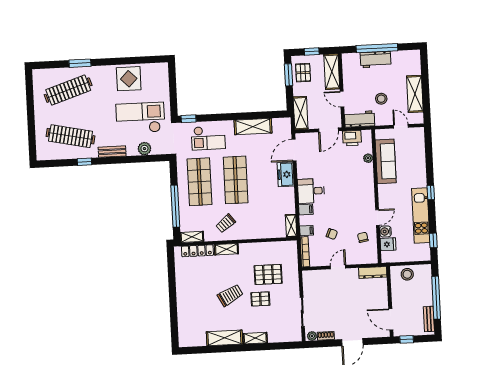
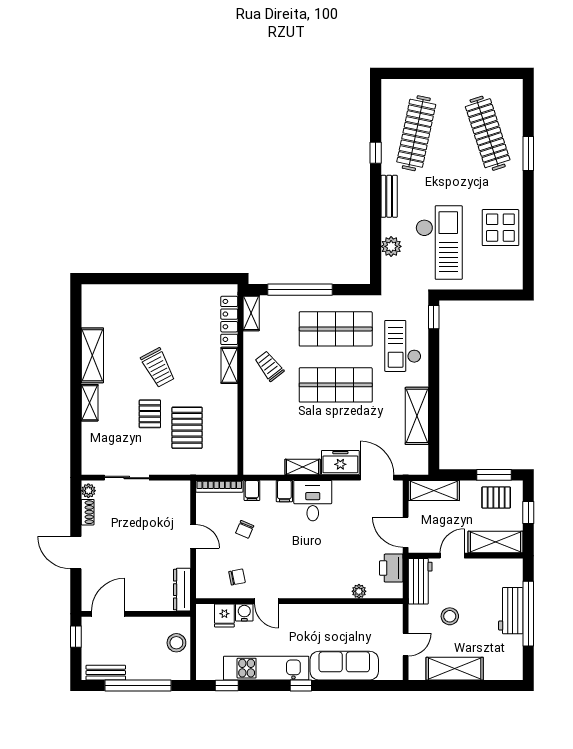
sofa: (386, 161) -> (344, 666), moved, turned 180
shelving: (291, 226) -> (303, 467), moved

